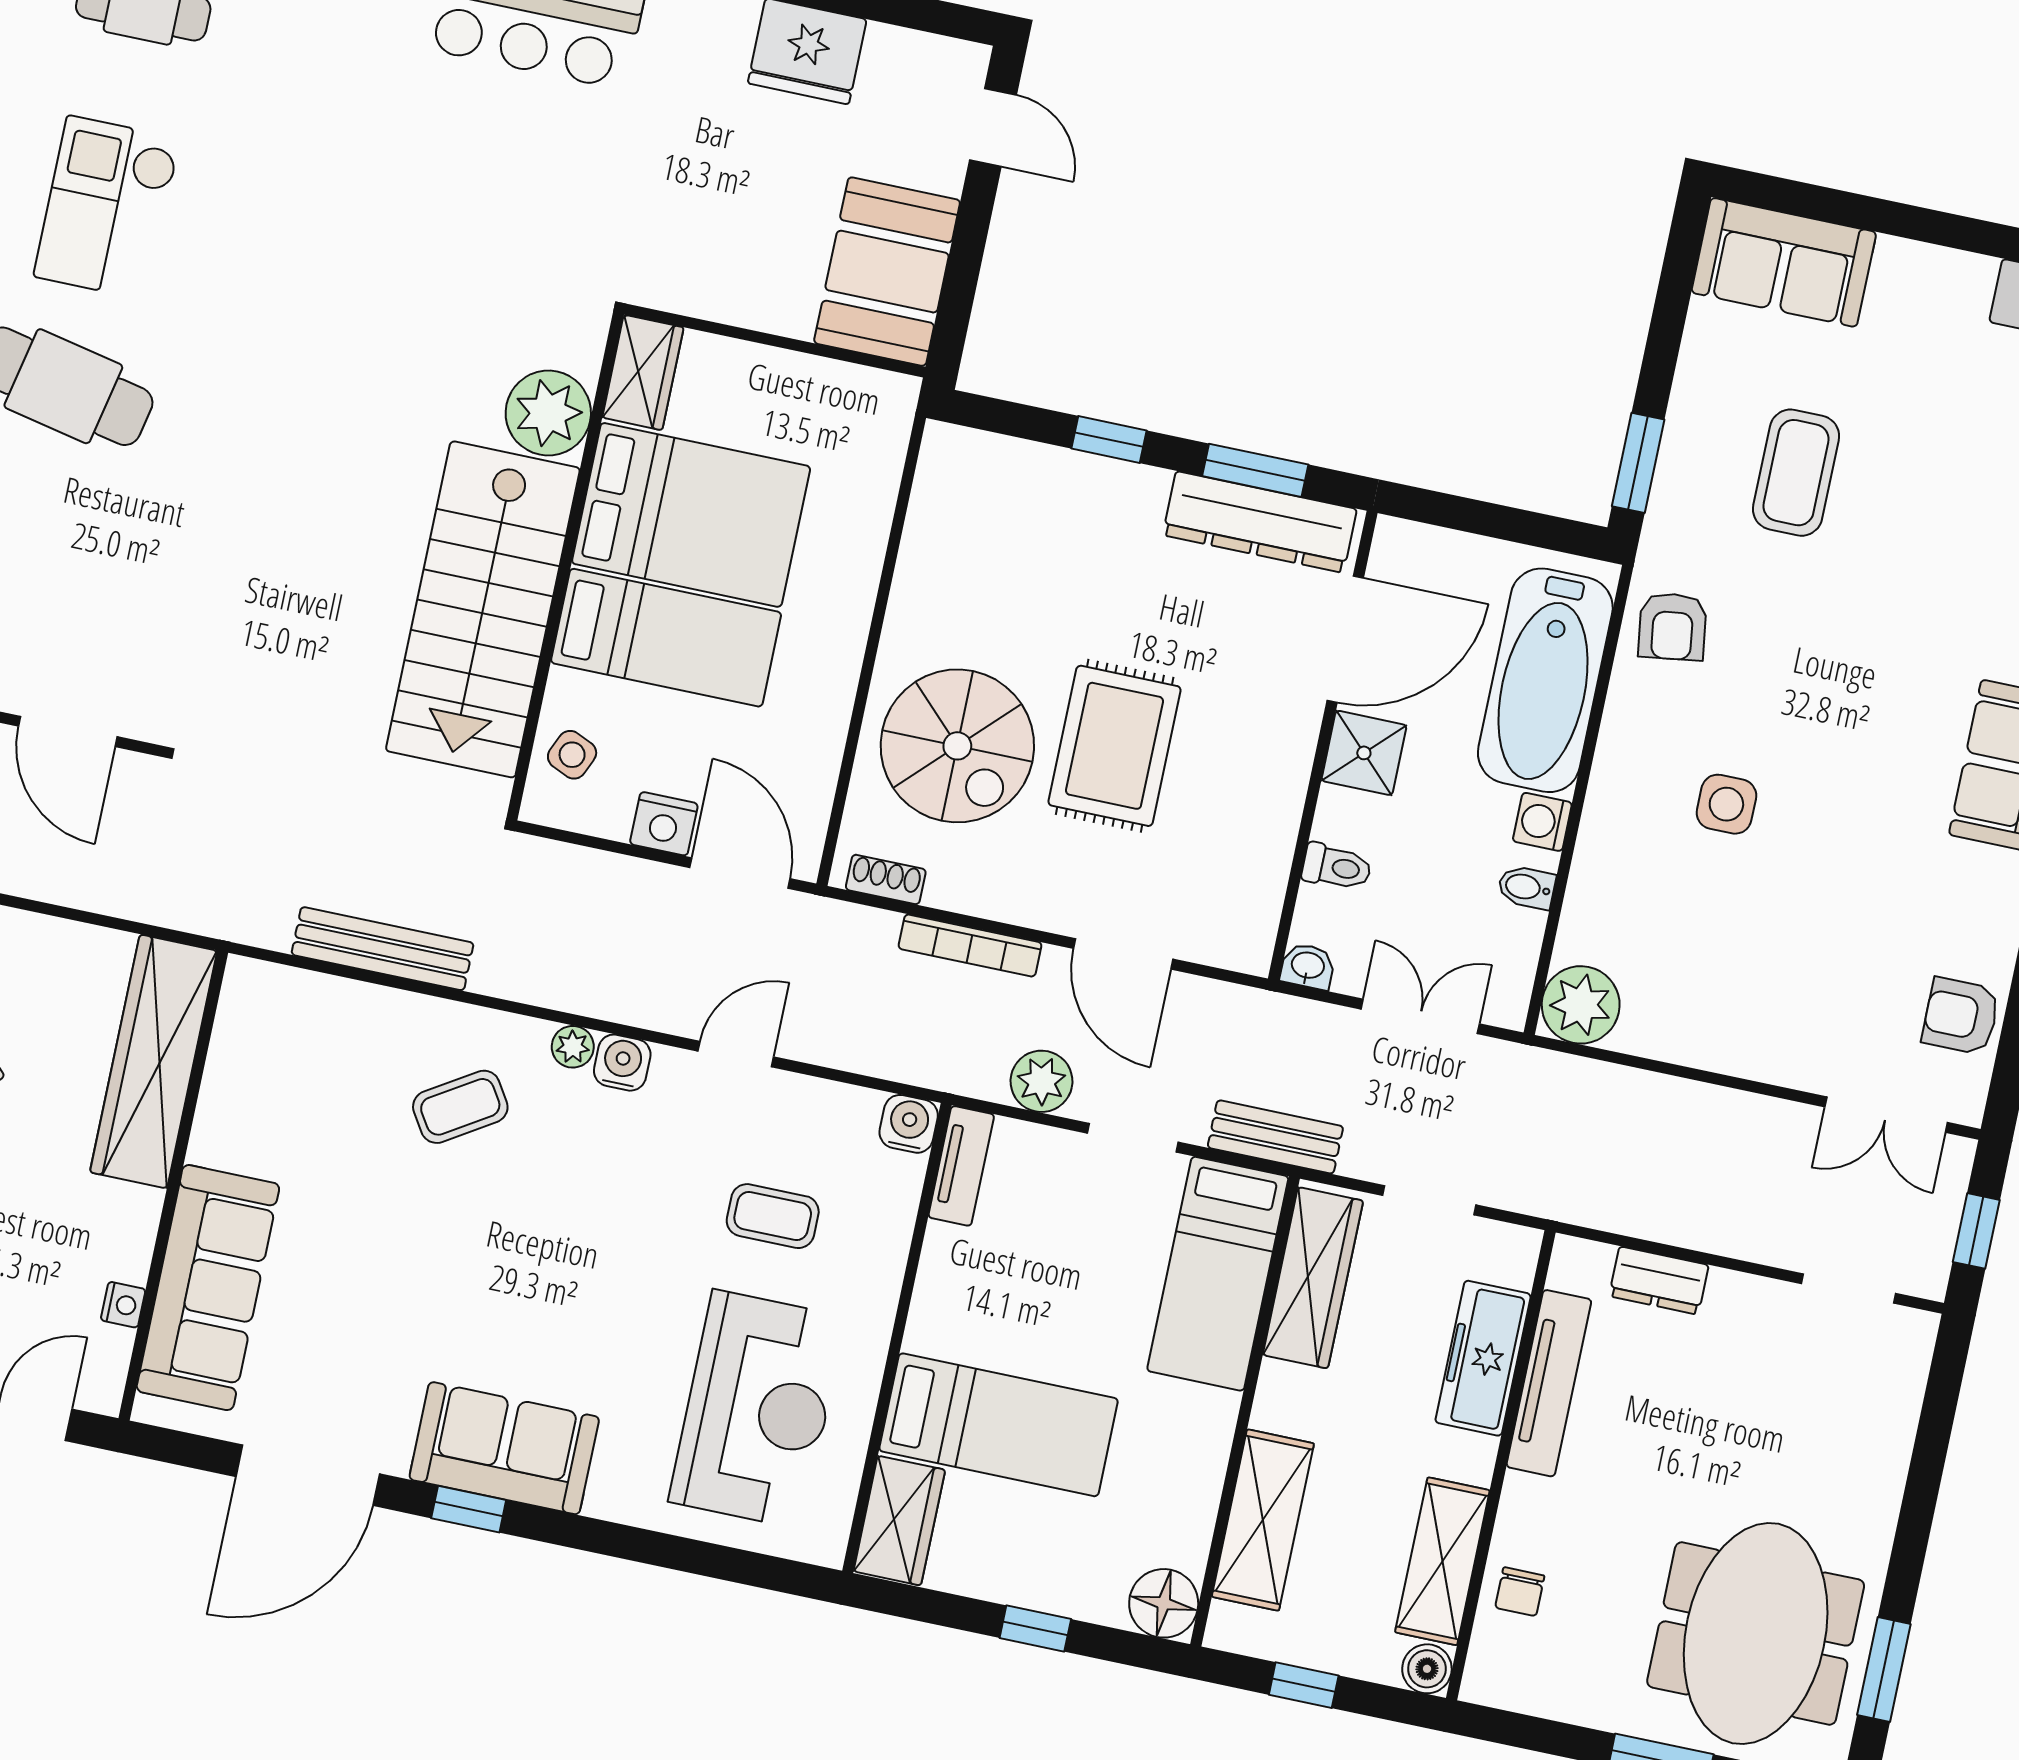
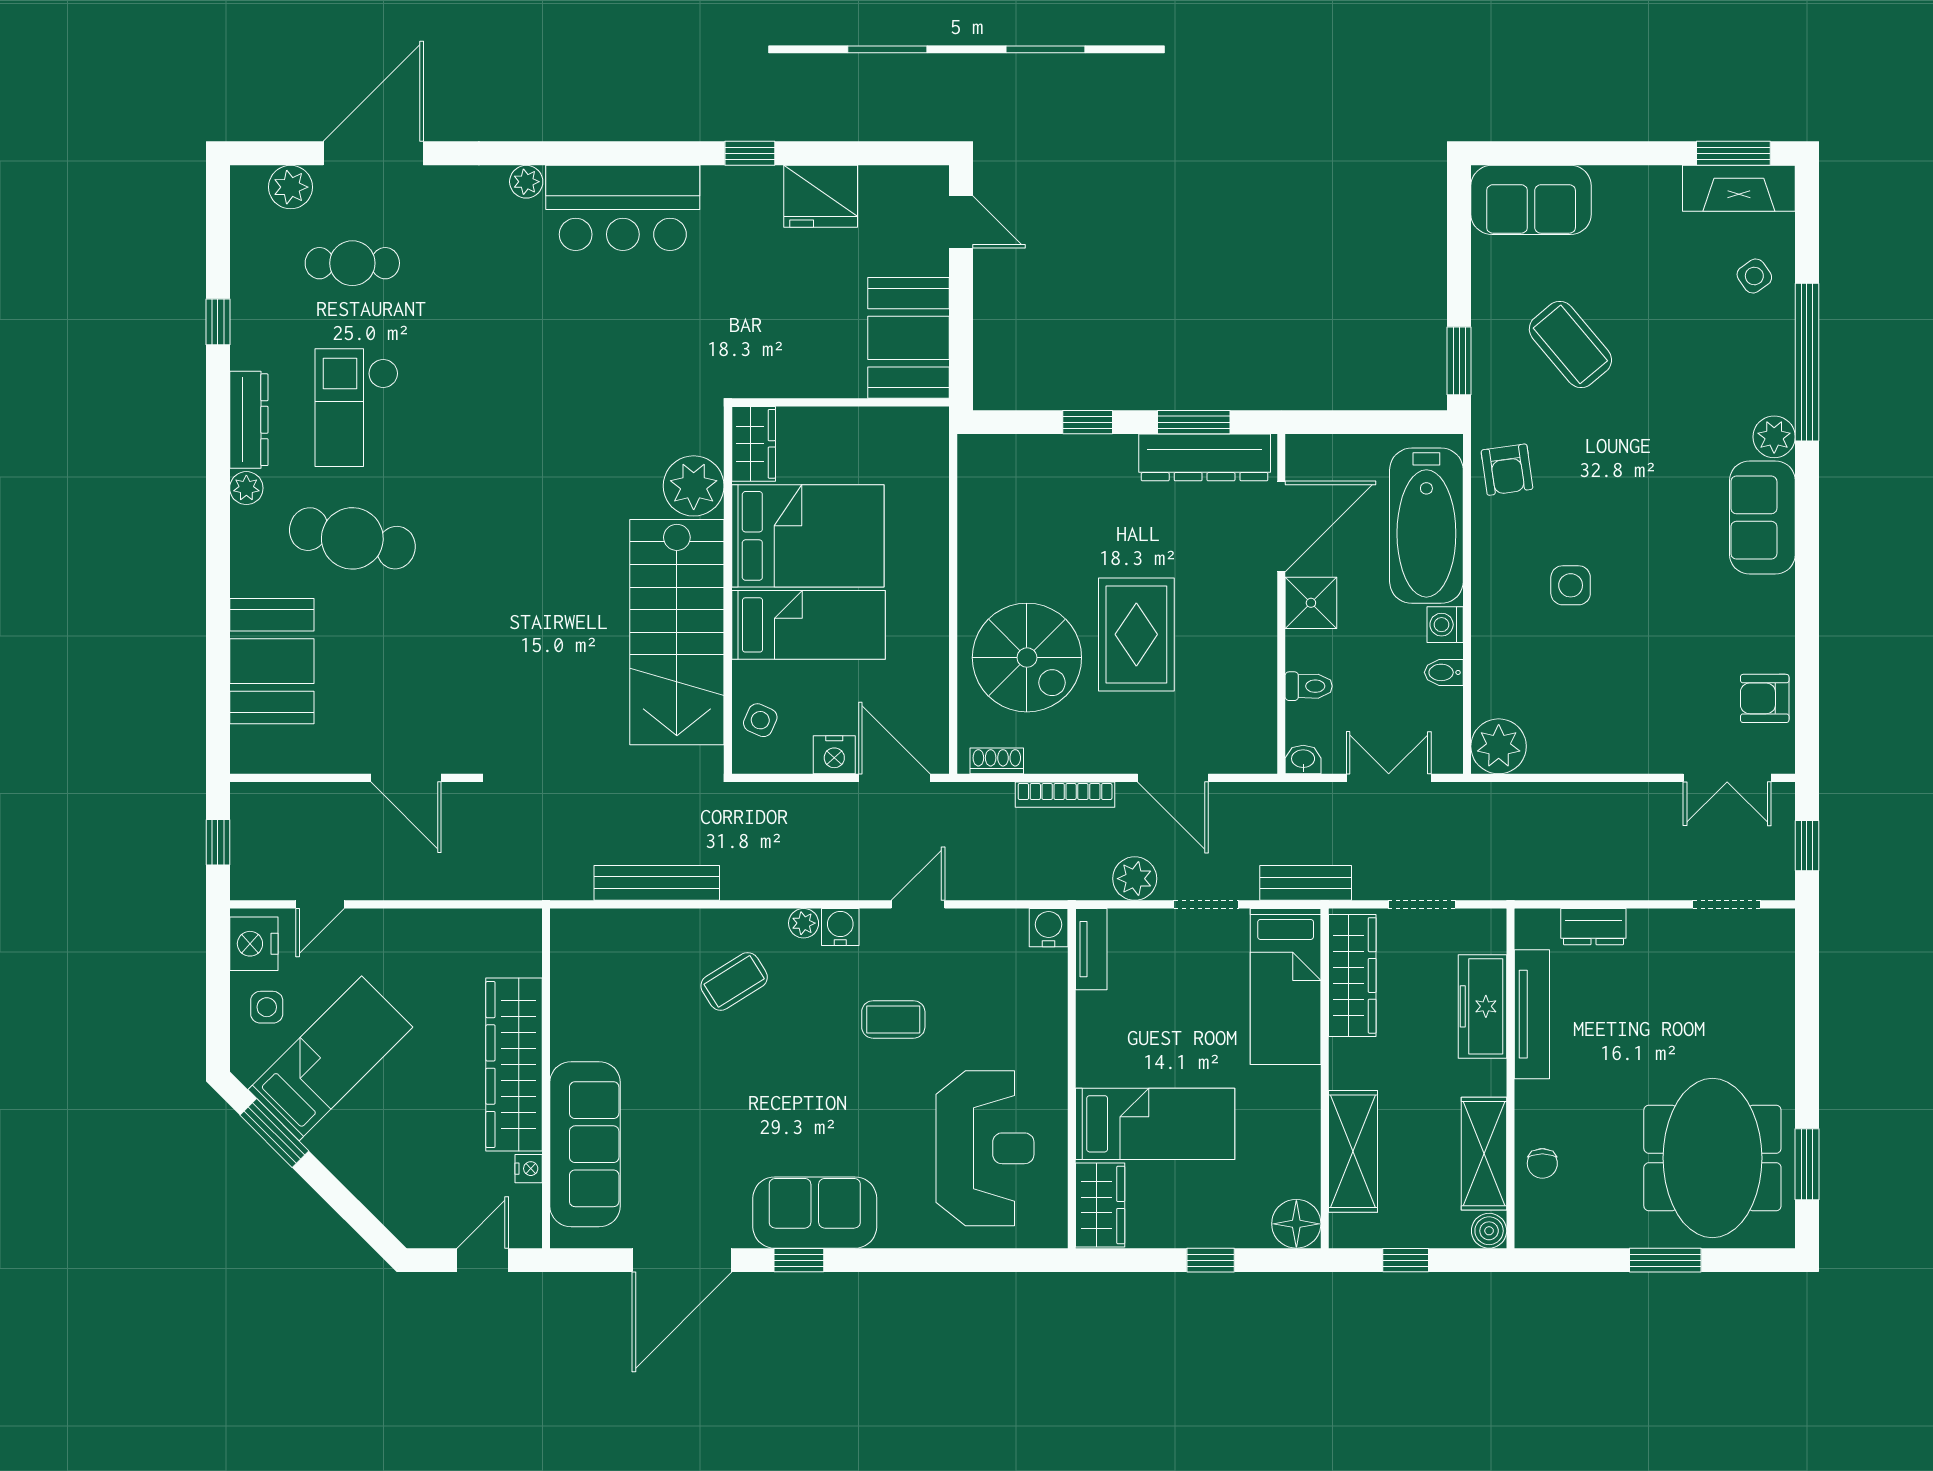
coffee table: (1796, 473) -> (1570, 344), turned -40
wardrobe: (153, 1061) -> (514, 1065), moved
coffee table: (773, 1216) -> (893, 1019), moved

